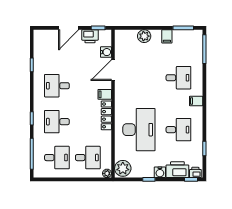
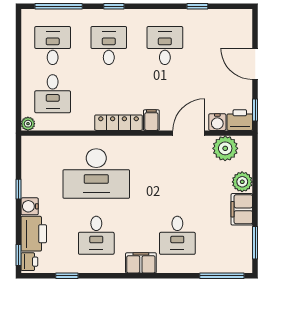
printer: (90, 36) -> (240, 120), moved, turned 90
filing cabinet: (167, 36) -> (242, 209), width x2.00
door: (113, 70) -> (189, 133), hinge flipped
filing cabinet: (196, 101) -> (141, 263), width x2.00
desk: (57, 158) -> (53, 46), turned 180
plant: (123, 168) -> (225, 148), moved

